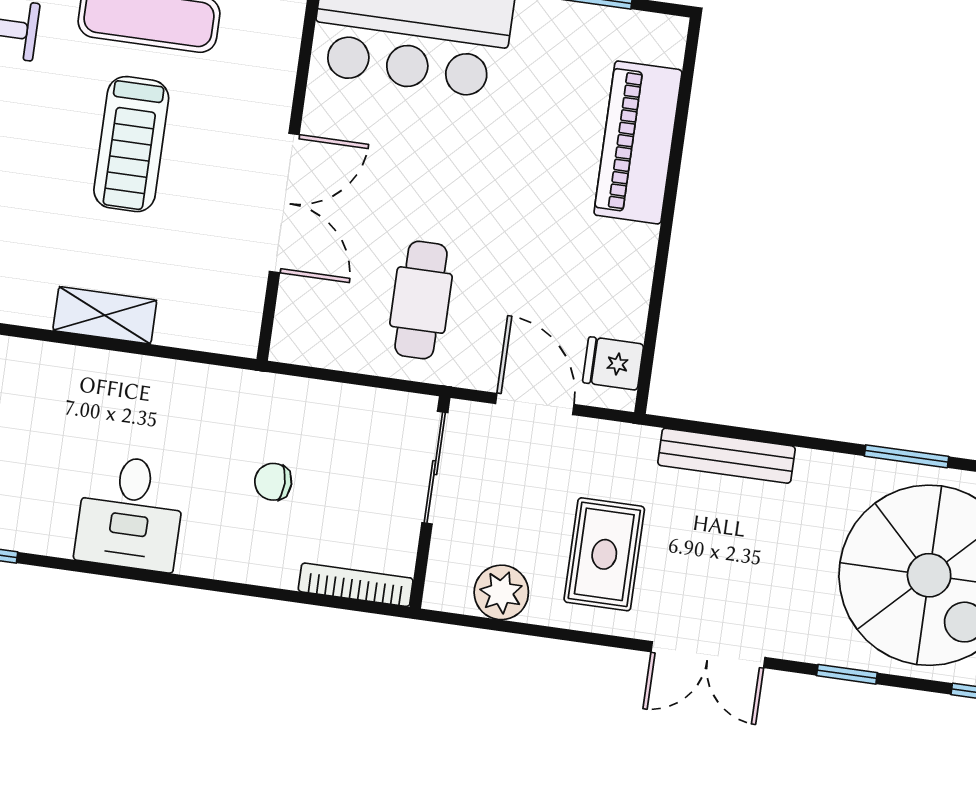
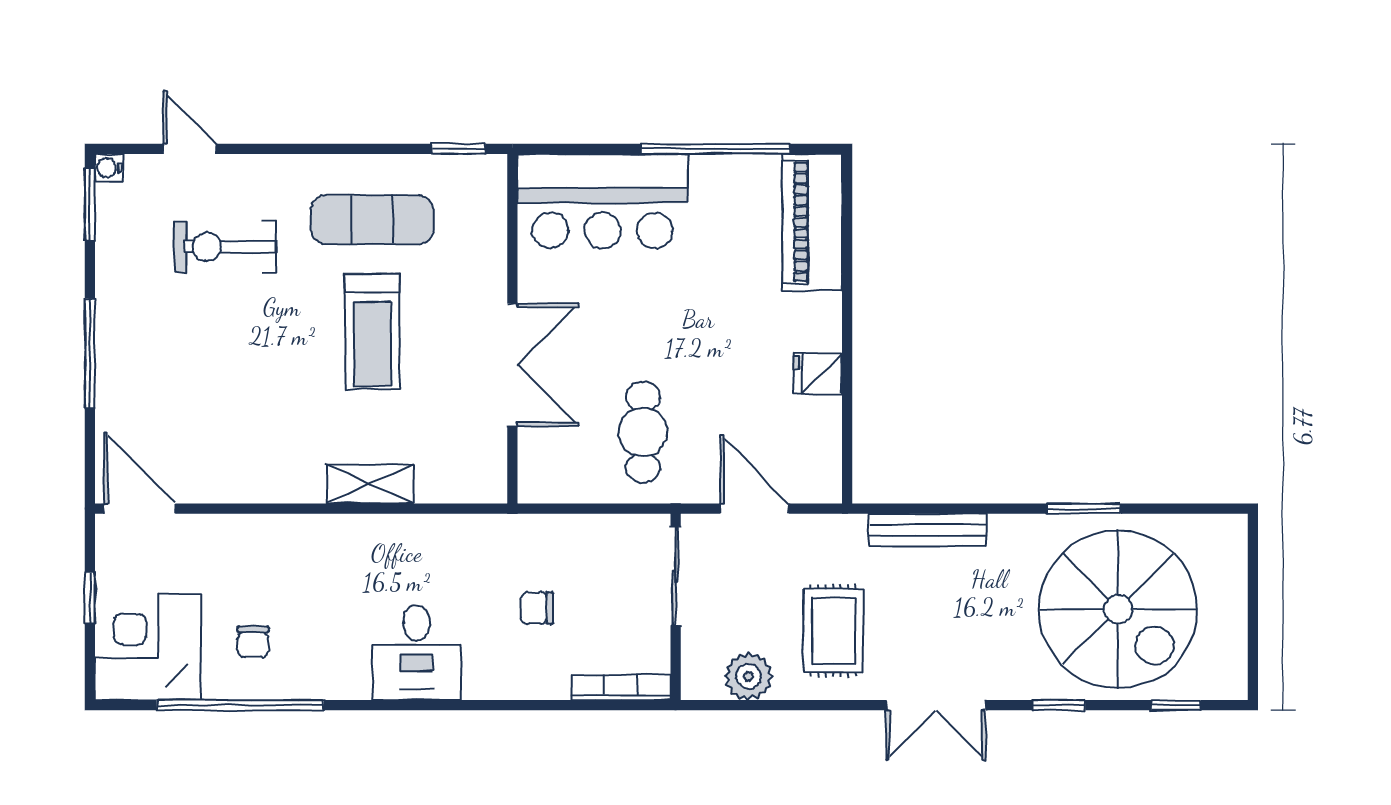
piano: (638, 142) -> (812, 222), moved
fridge: (613, 363) -> (818, 374), moved

